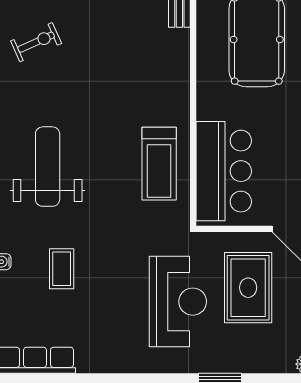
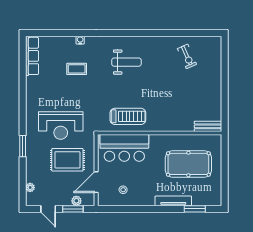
treadmill: (159, 164) -> (128, 116), turned 180
weight bench: (48, 167) -> (126, 62), width x0.73, depth x0.75

